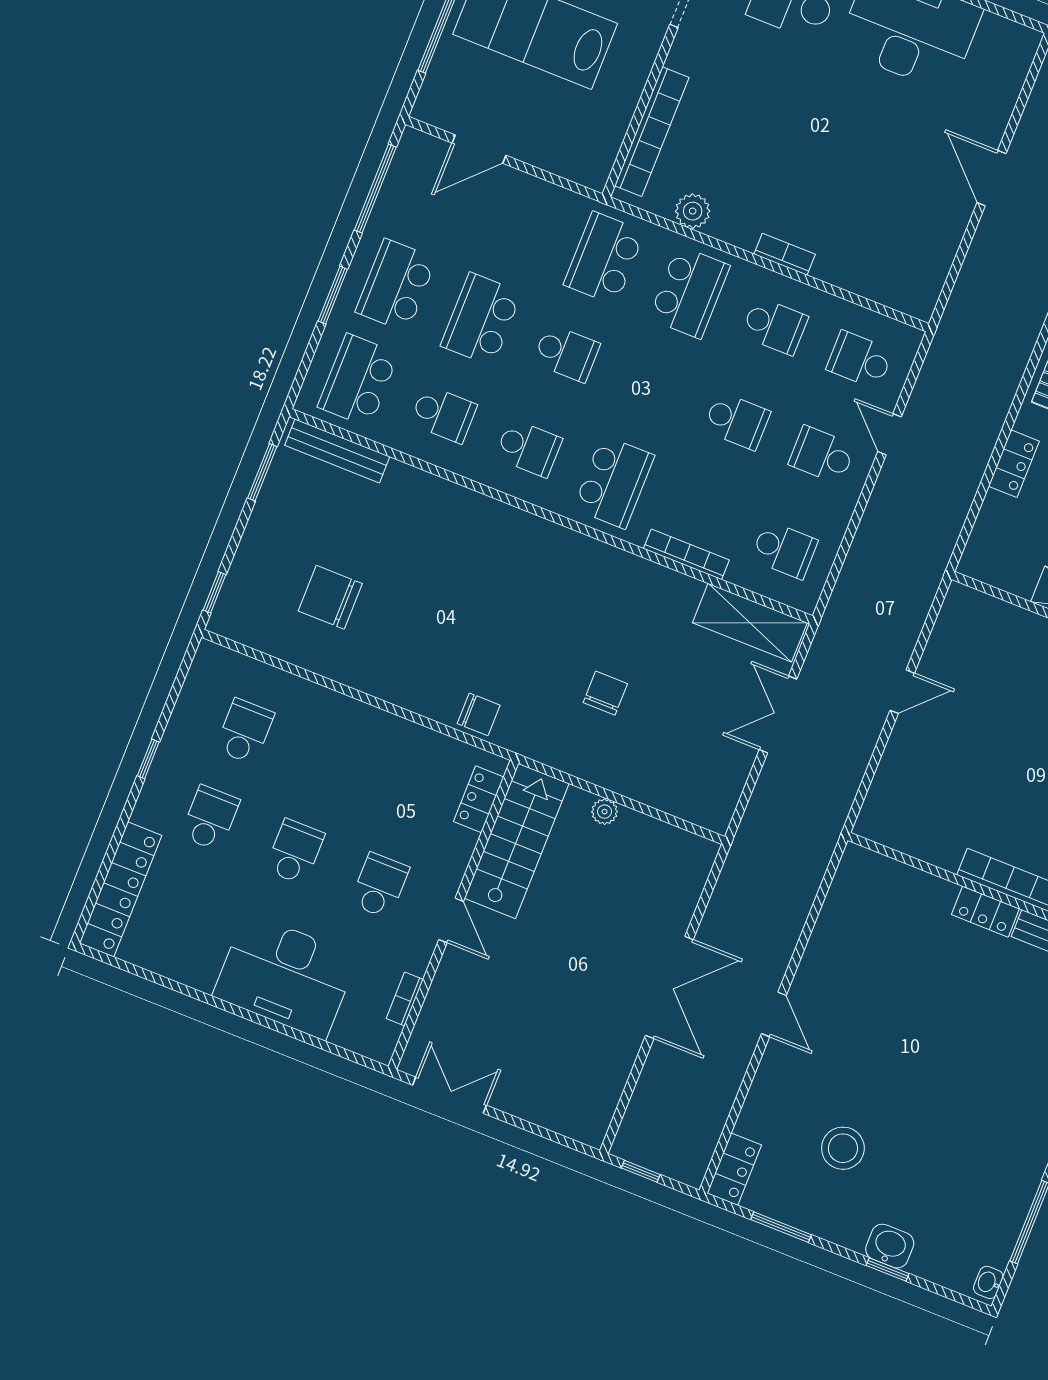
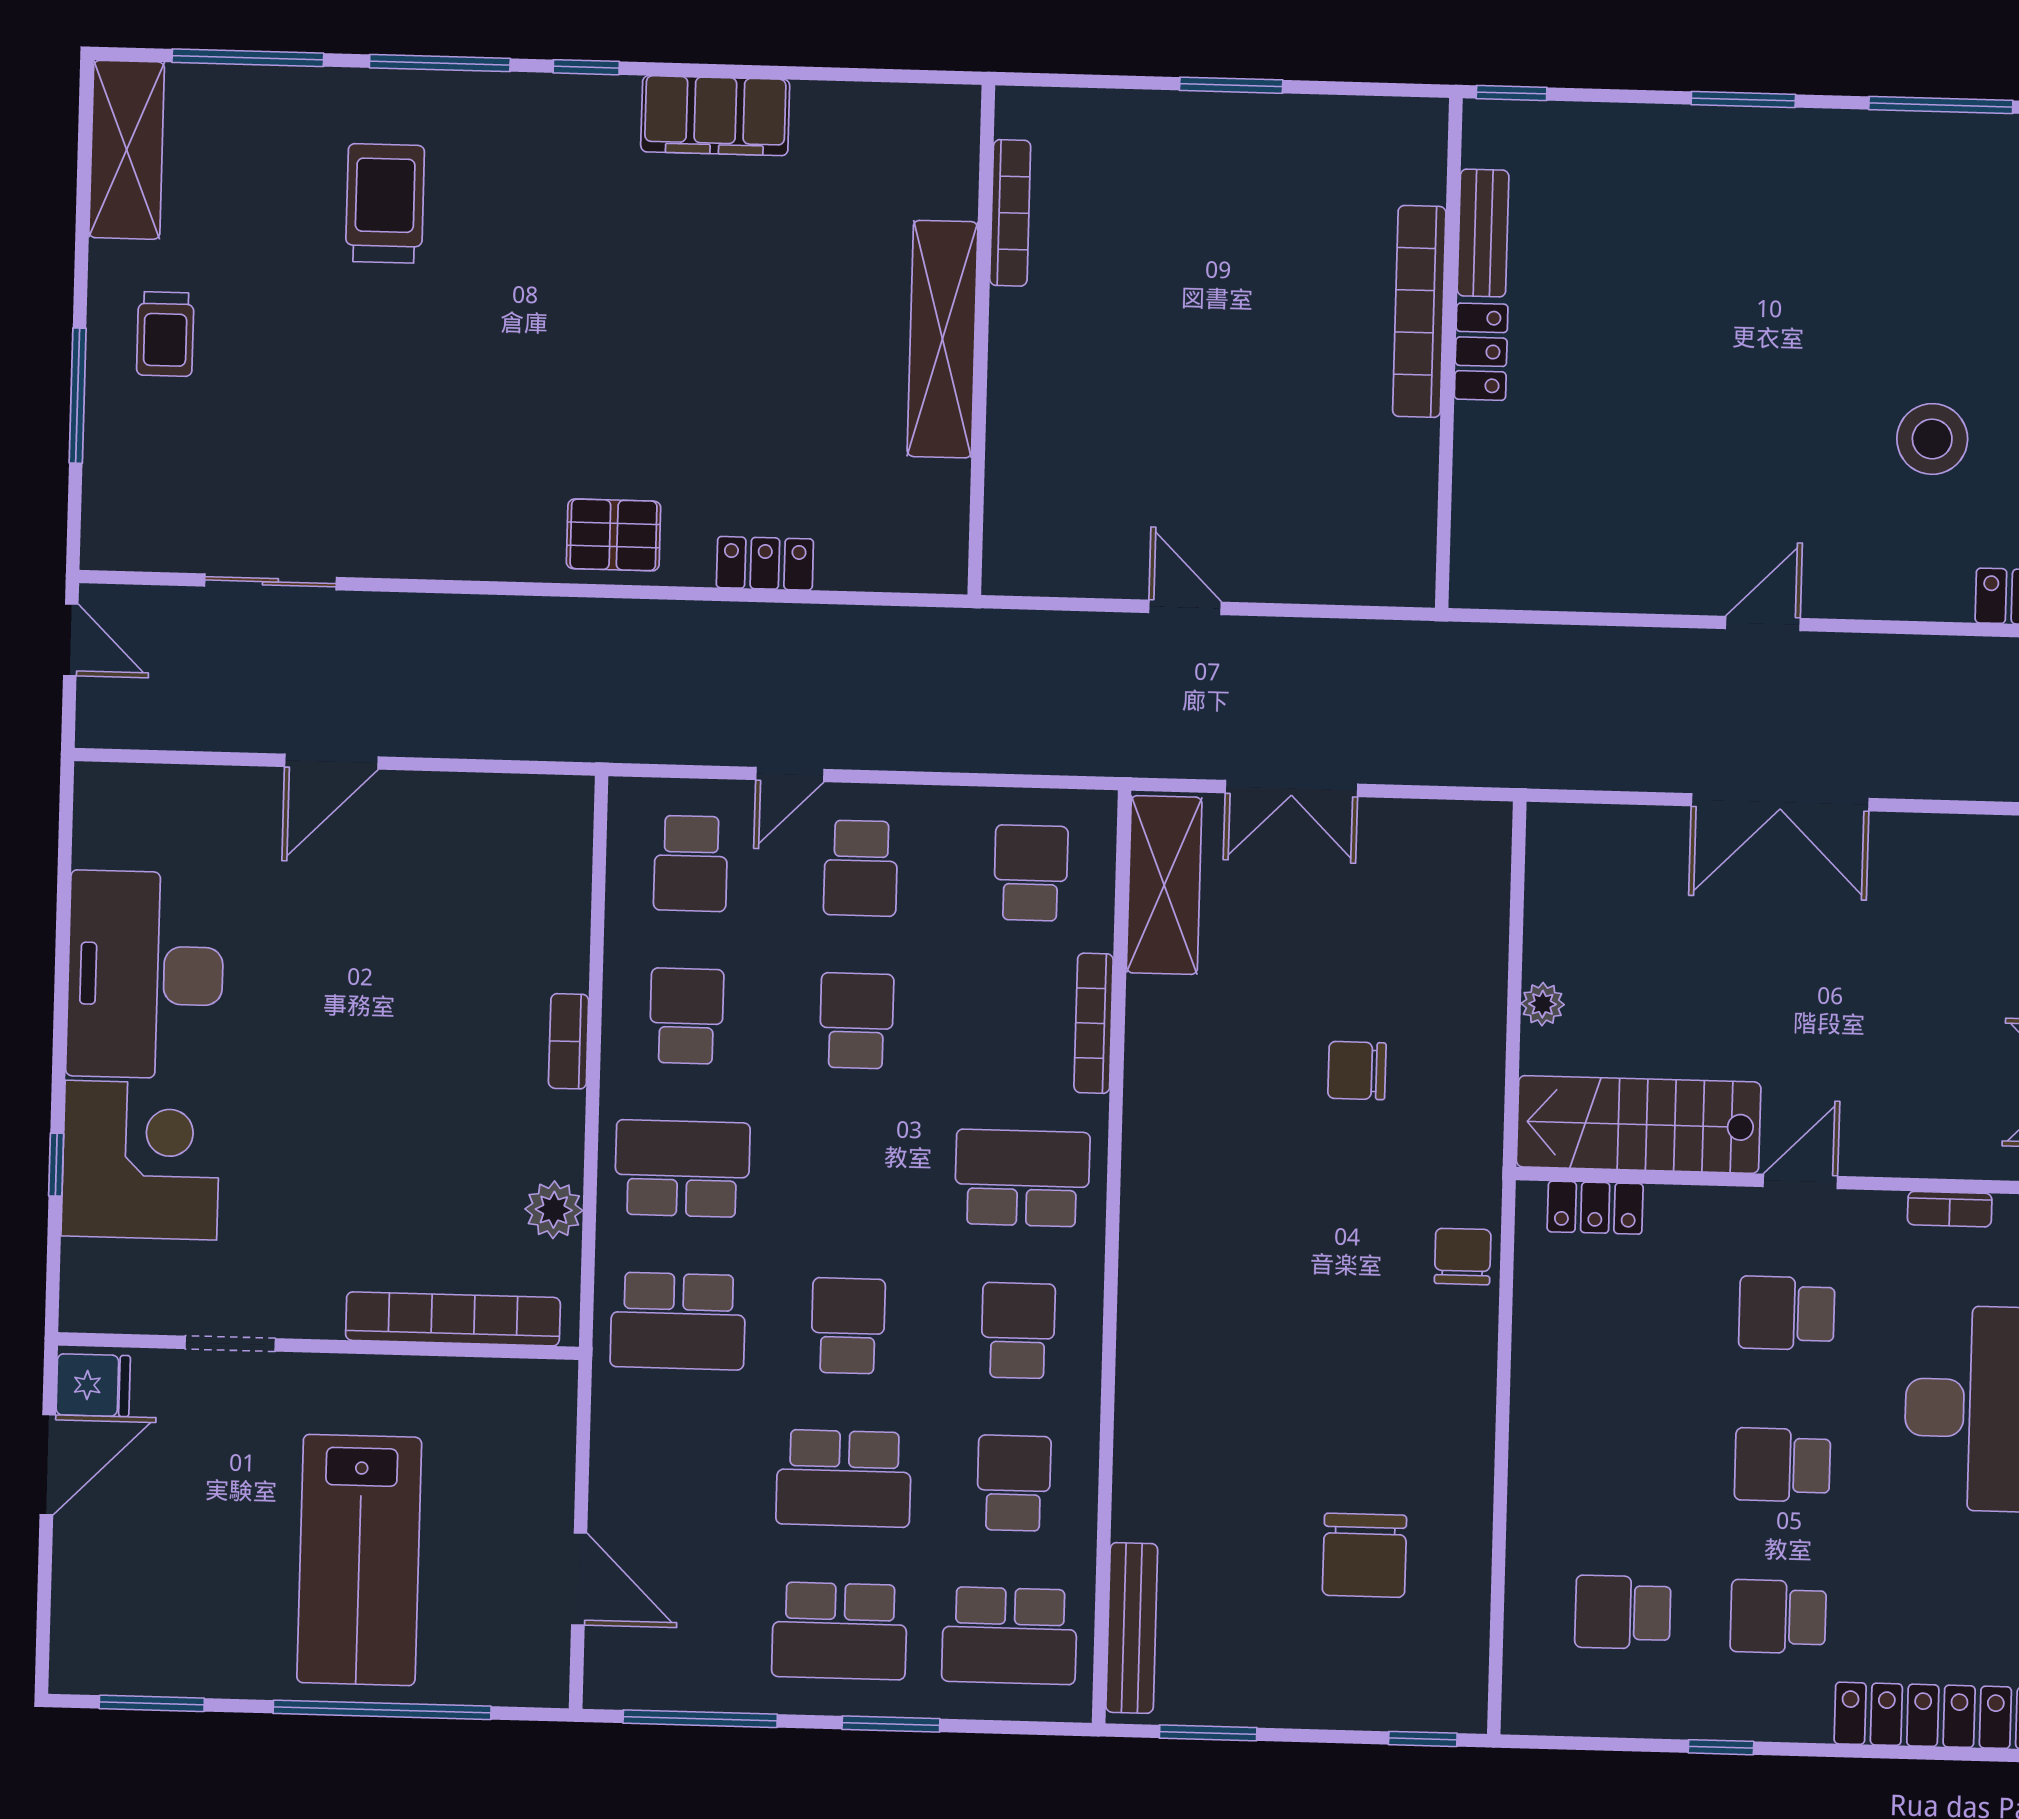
double door: (669, 987) -> (1780, 802), swing flipped

